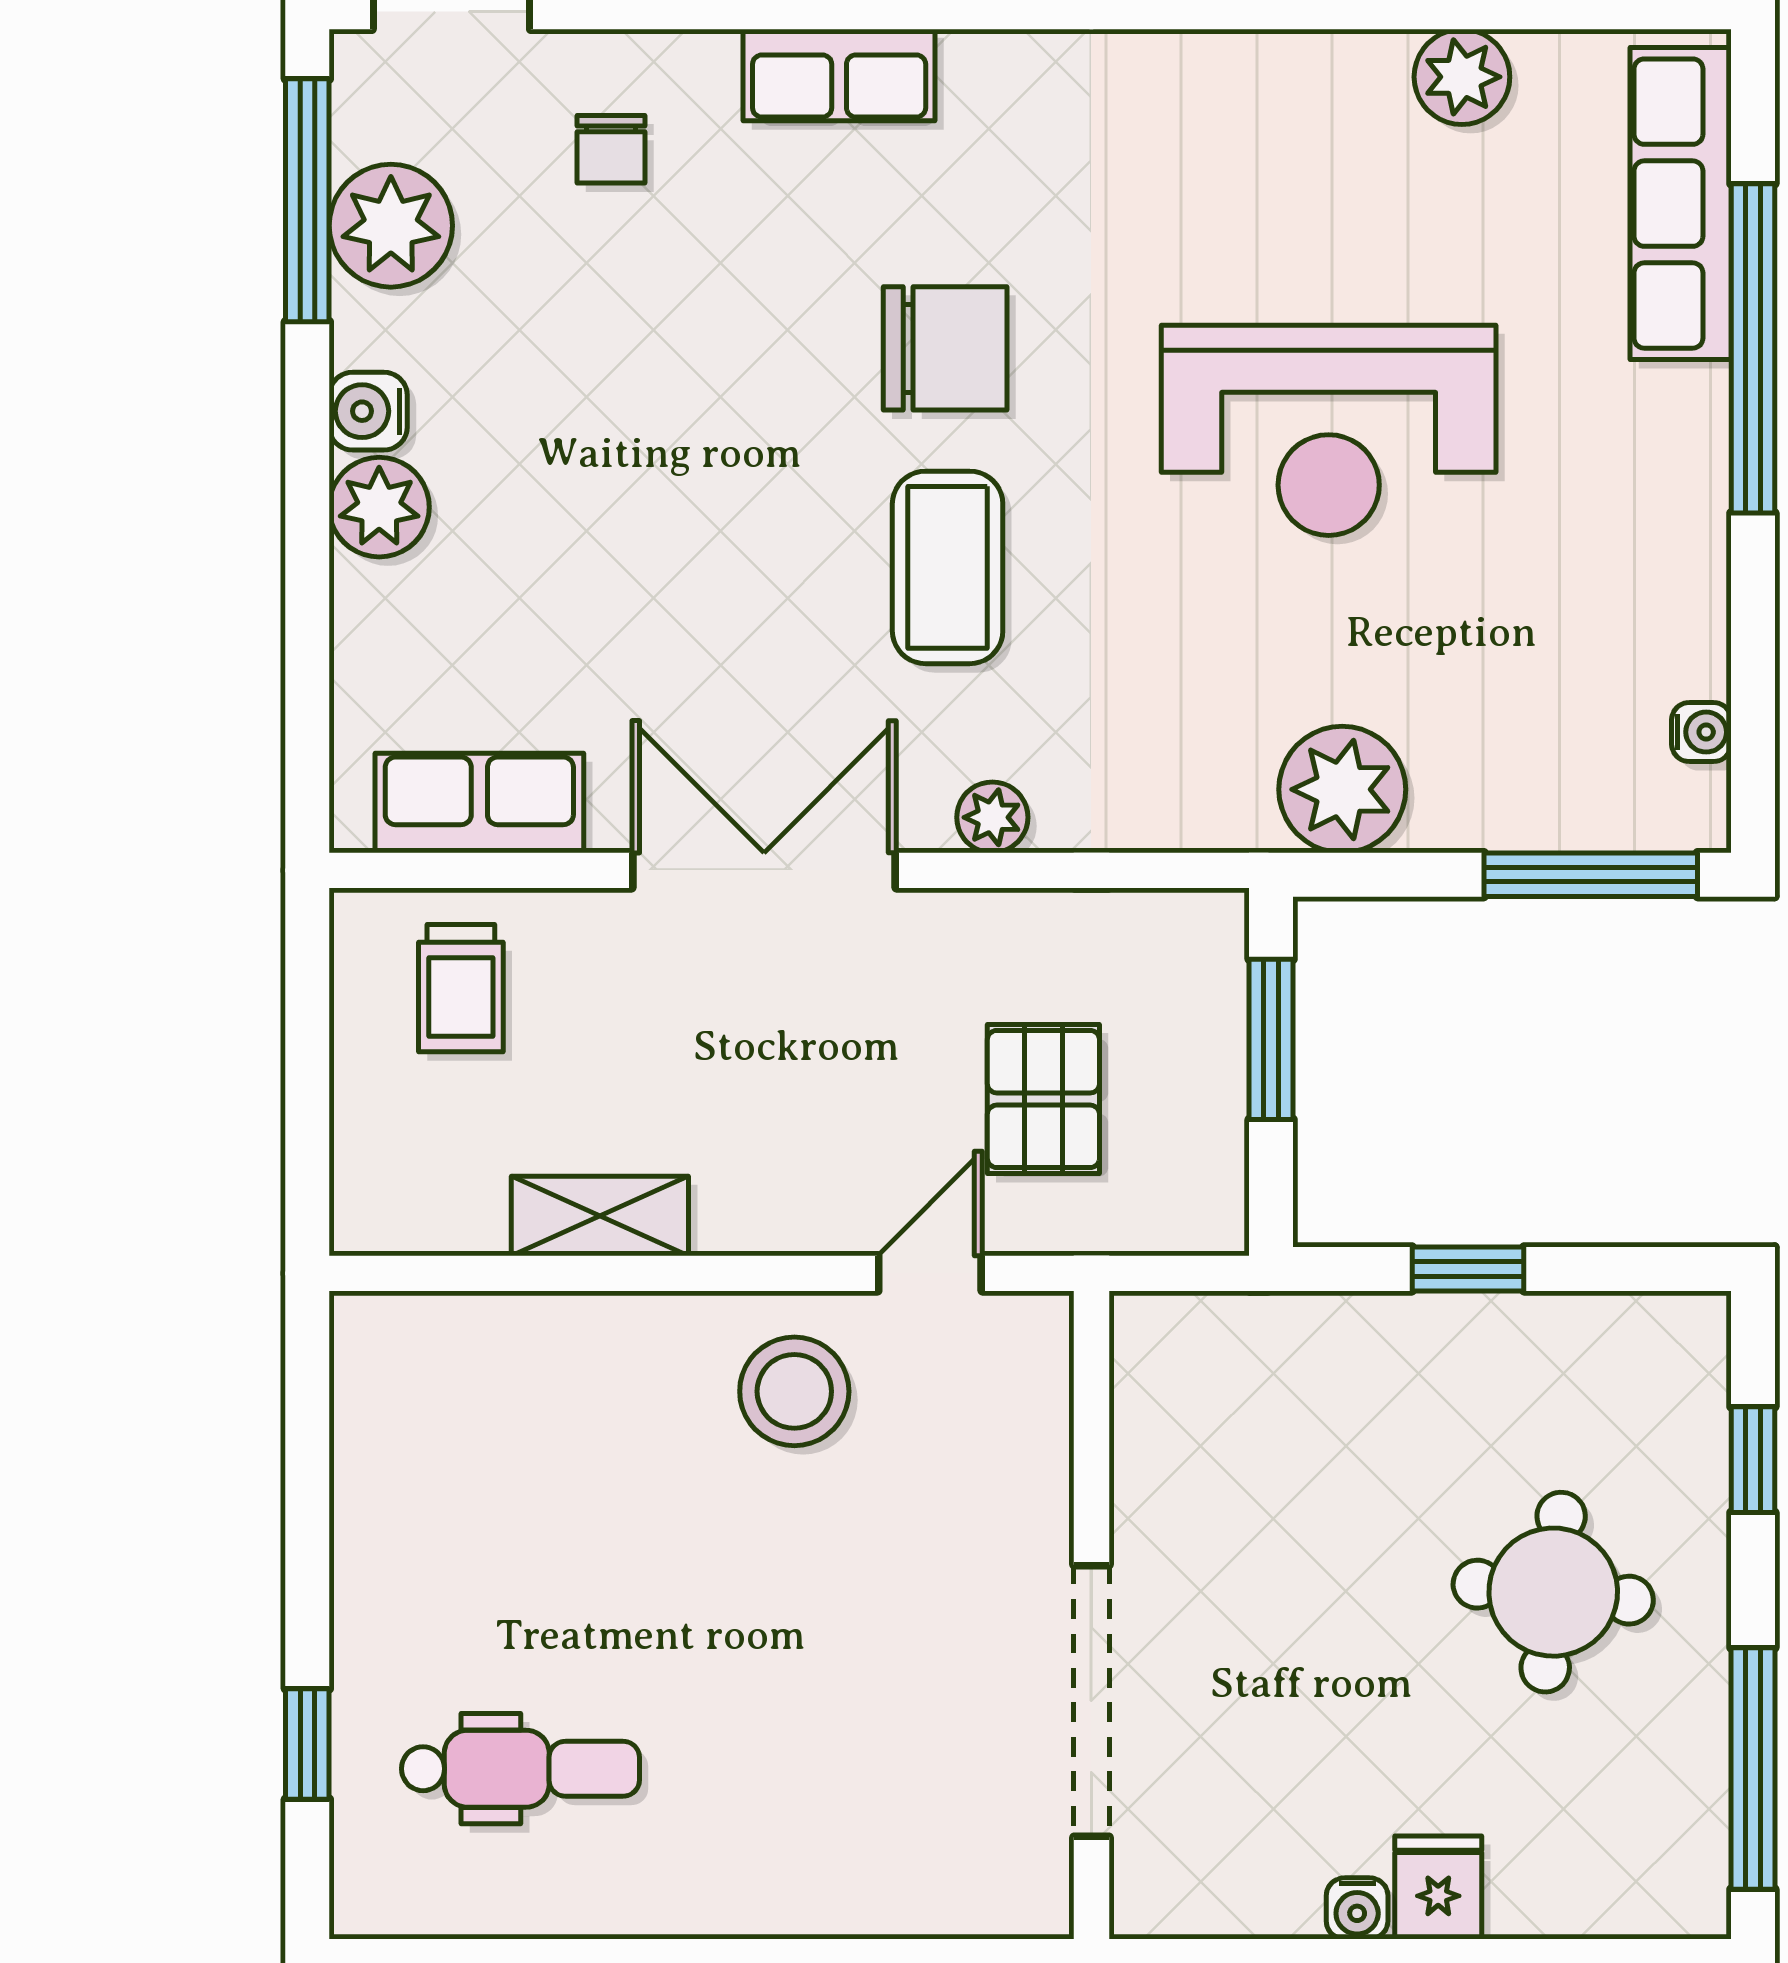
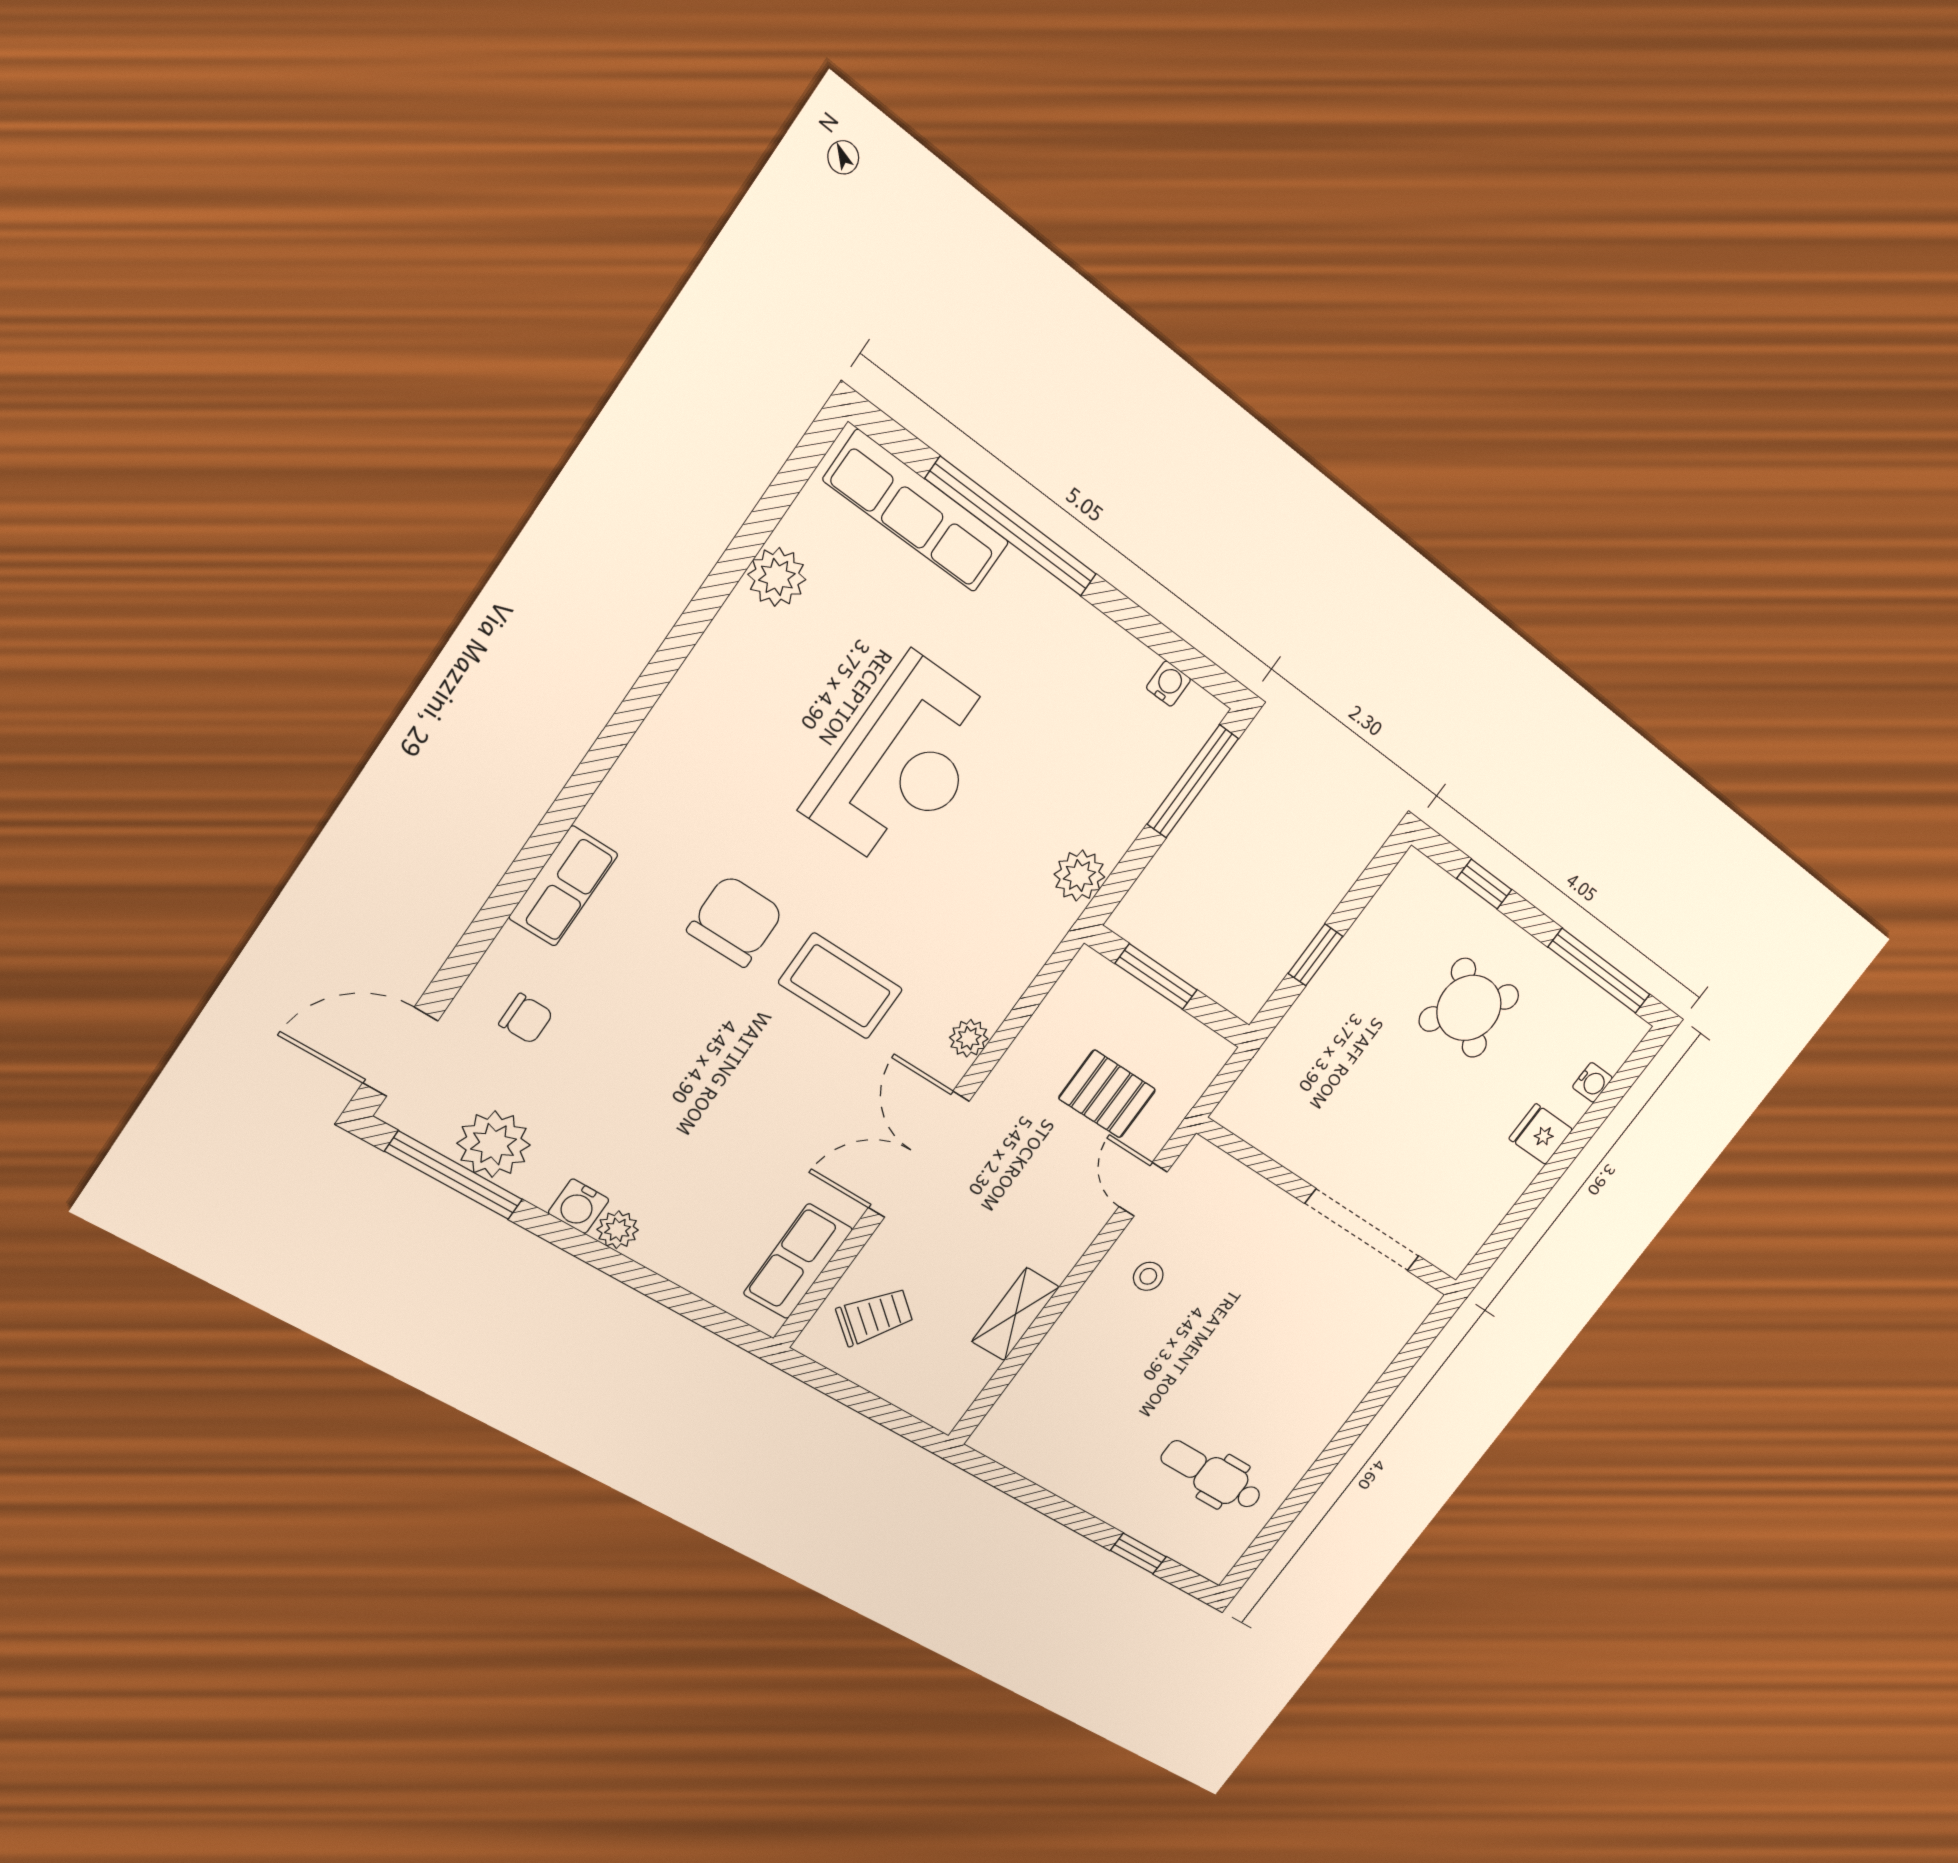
plant: (379, 507) -> (618, 1230), width x0.73, depth x0.73
plant: (1342, 789) -> (1079, 876), width x0.73, depth x0.73
trolley: (461, 988) -> (875, 1316), turned -52
stool: (794, 1391) -> (1148, 1276), width x0.53, depth x0.53
round table: (1553, 1592) -> (1469, 1008), turned 35
dental chair: (521, 1769) -> (1212, 1475), turned -90
water cooler: (1357, 1908) -> (1592, 1082), moved

